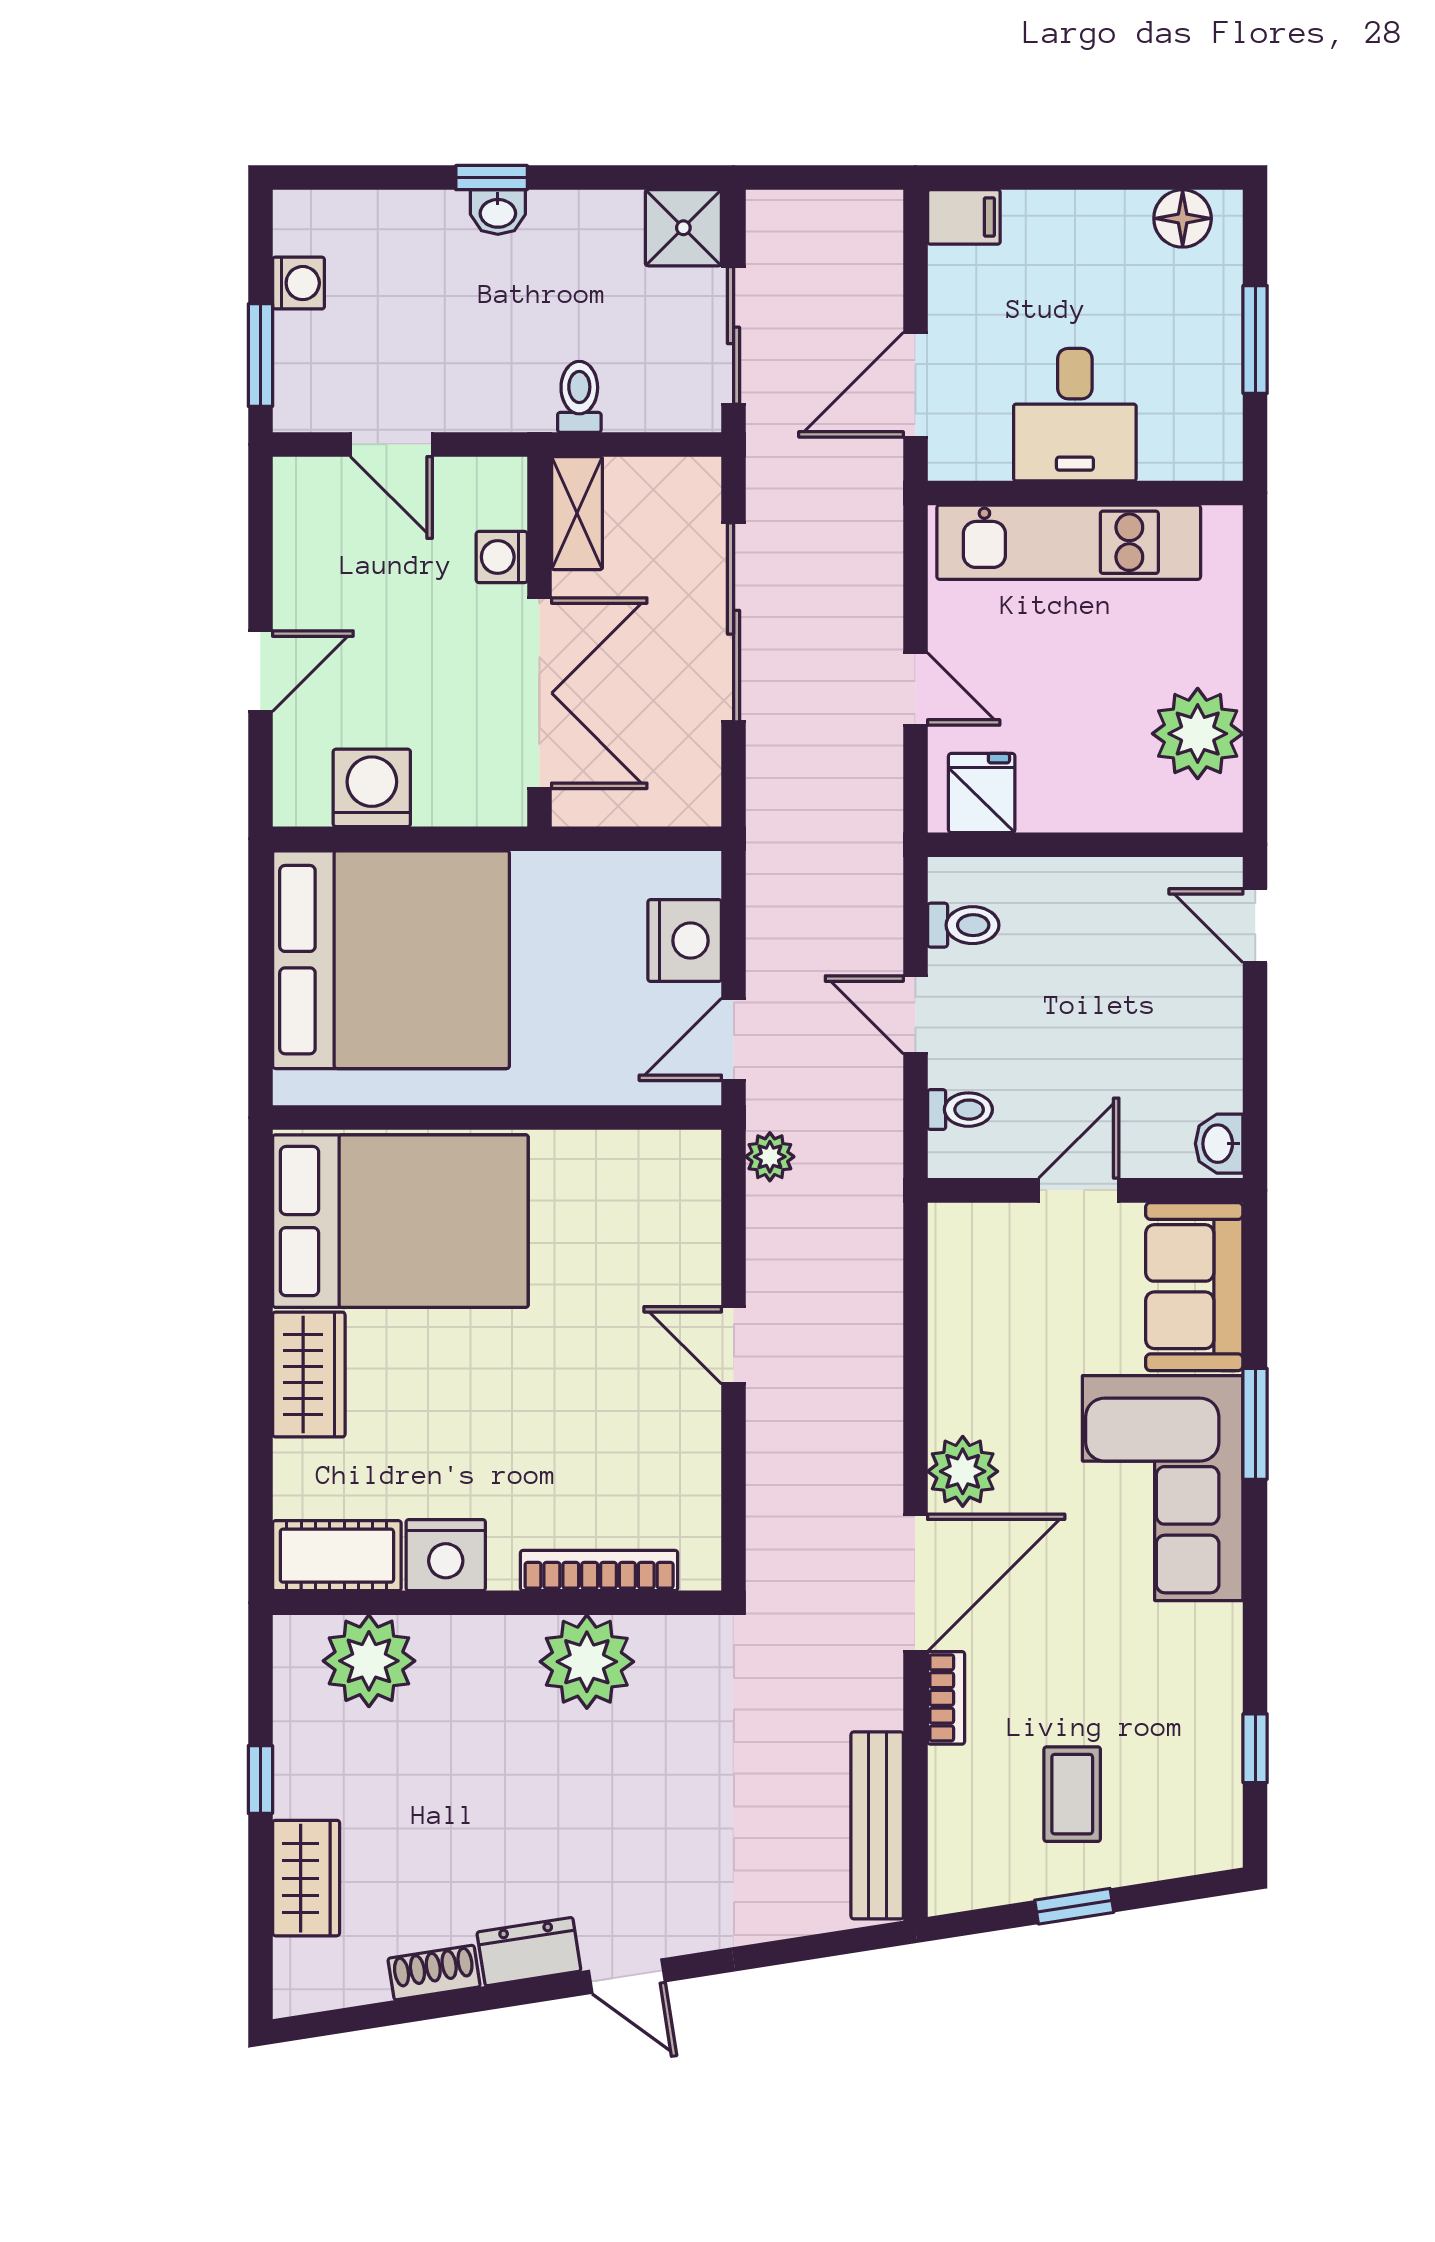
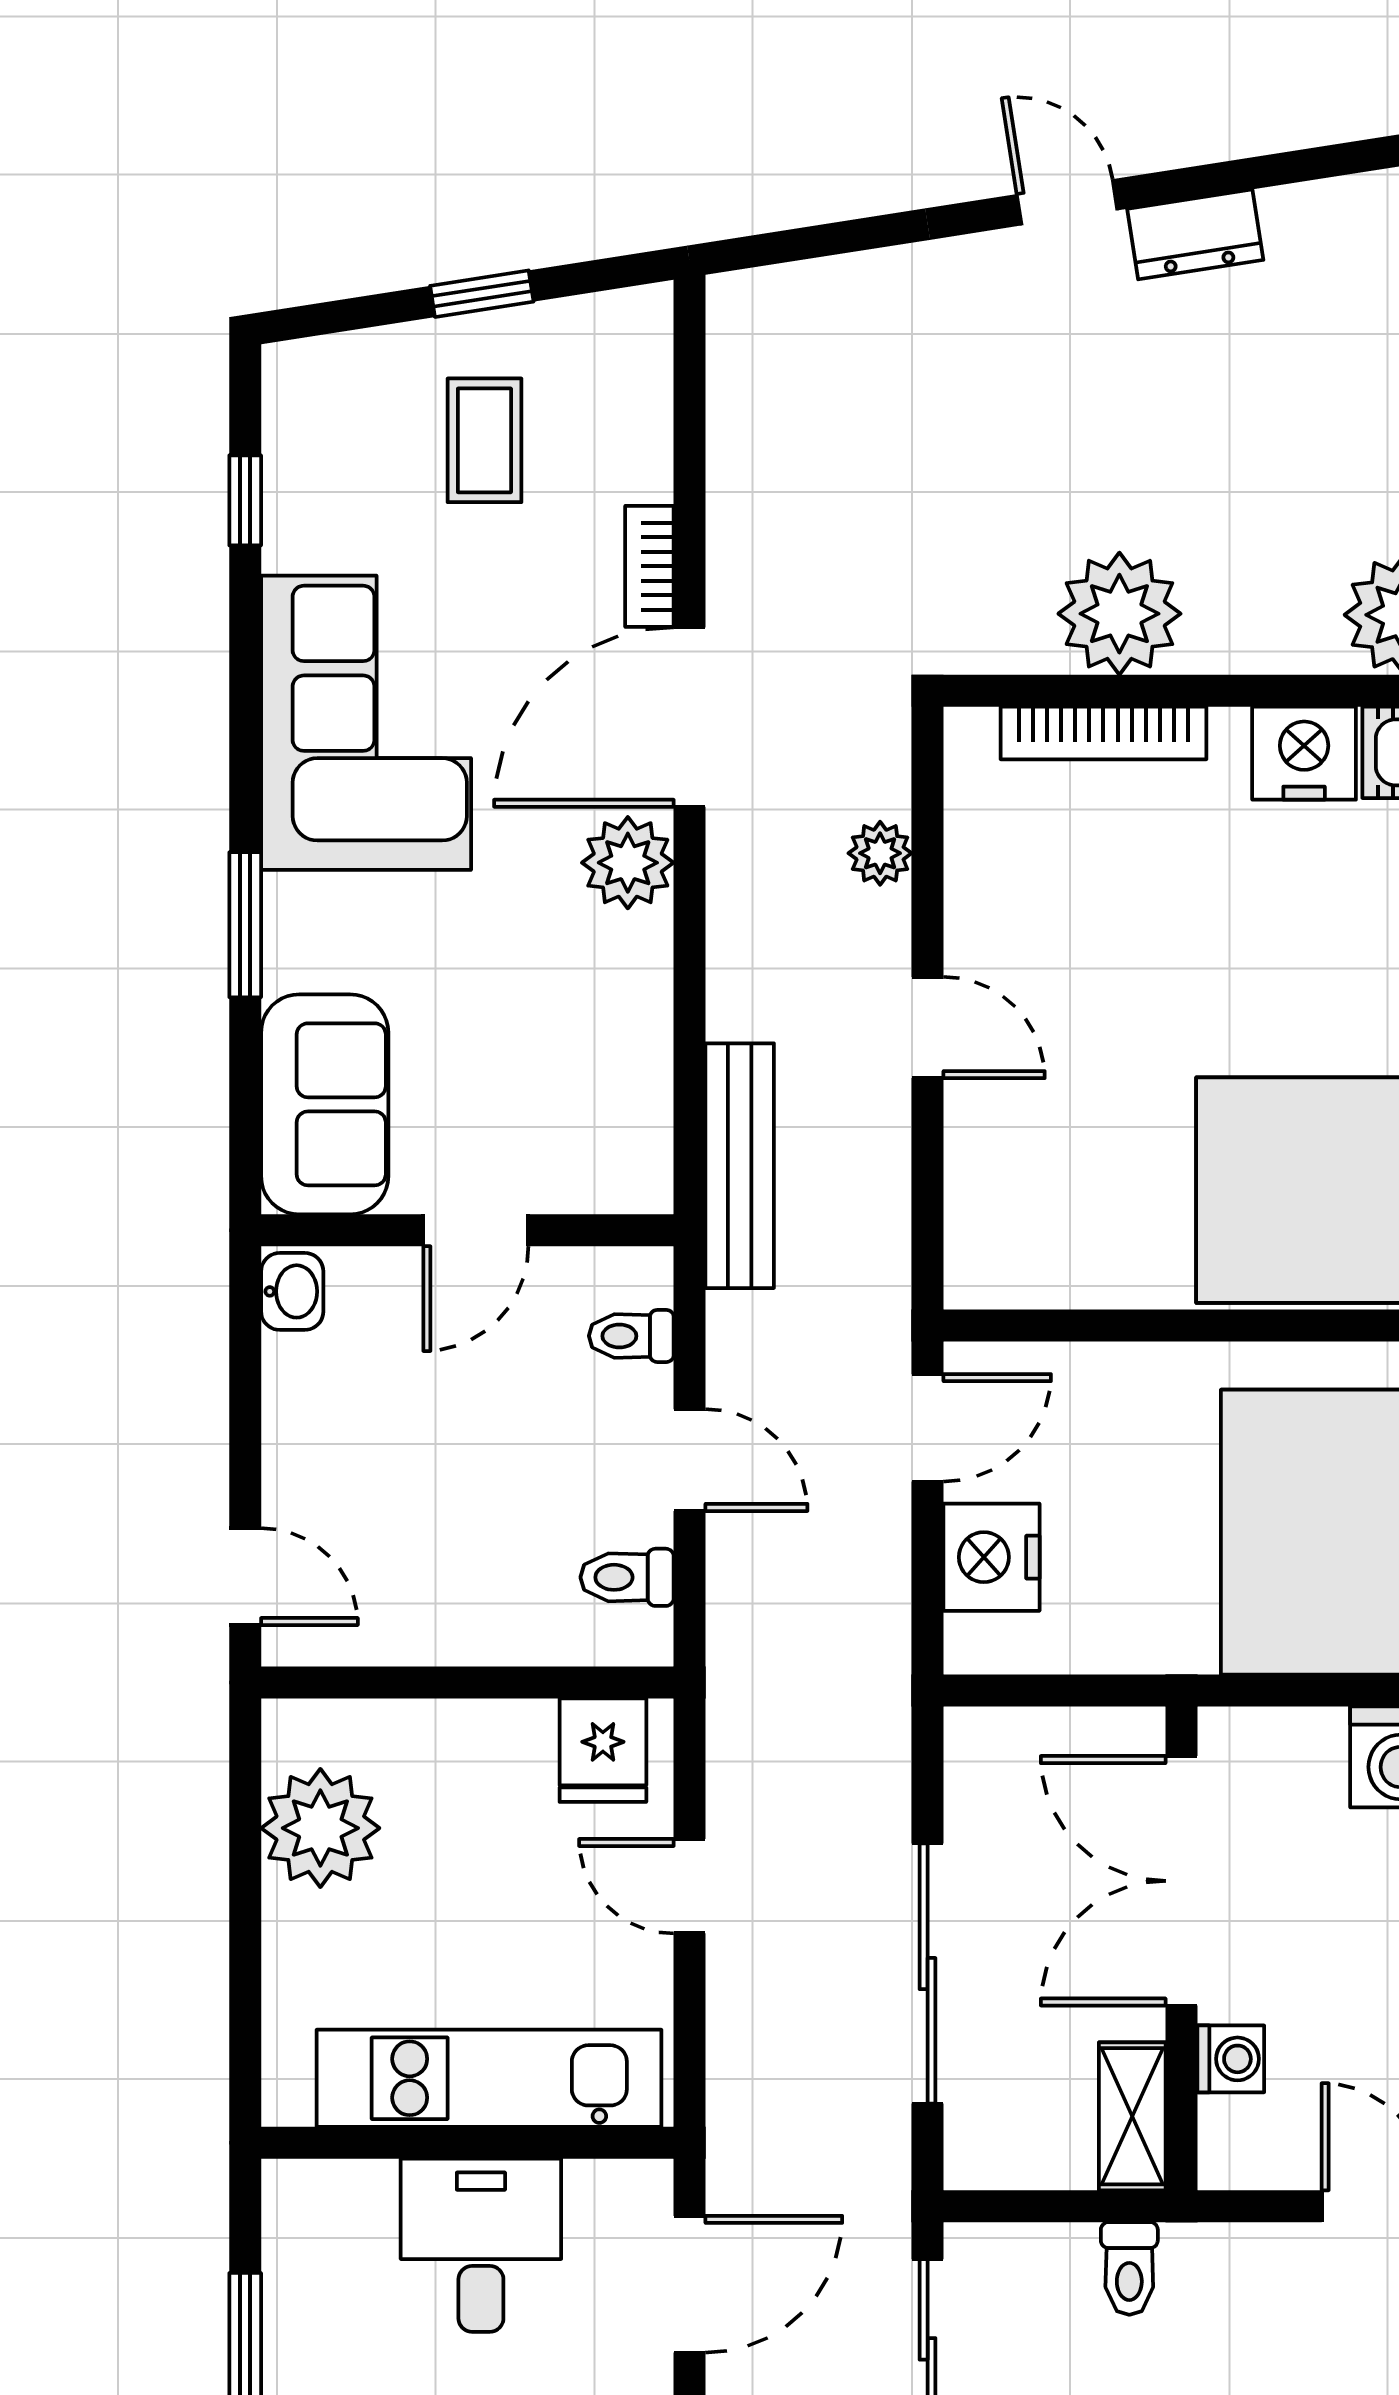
plant: (770, 1157) -> (880, 853), moved
corner sofa: (1163, 1488) -> (366, 723), moved
bench: (877, 1825) -> (740, 1166), moved
shoe rack: (434, 1973) -> (1319, 207), removed

